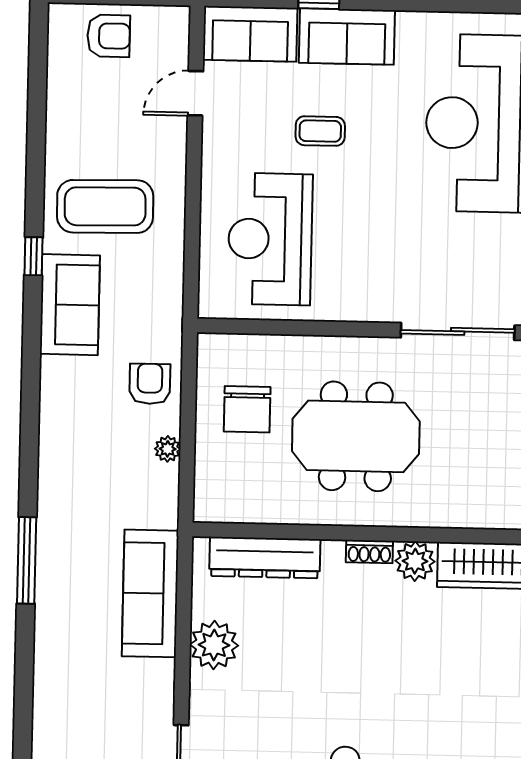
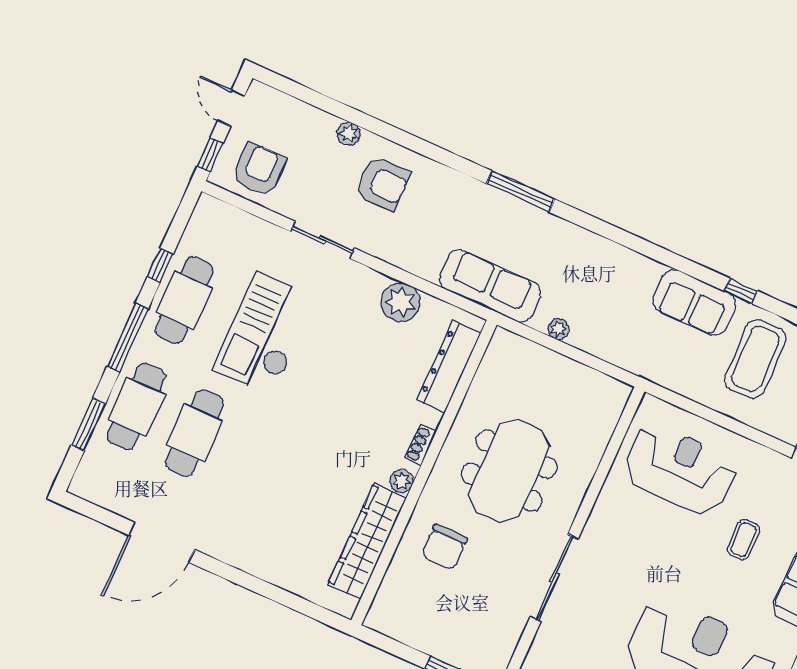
armchair: (150, 384) -> (383, 183), moved, width x1.38, depth x1.38
chair: (247, 409) -> (444, 547), moved, turned -90
plant: (415, 561) -> (402, 481), width x0.73, depth x0.73
sofa: (150, 593) -> (490, 286), moved

